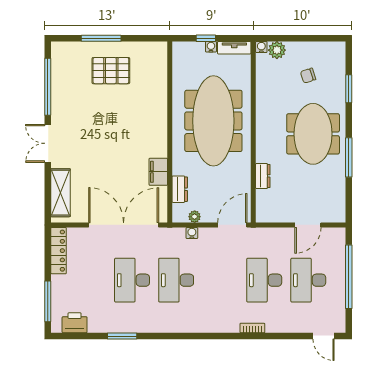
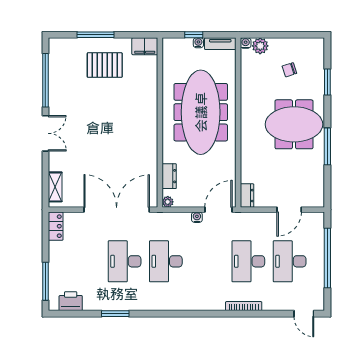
meeting table: (313, 134) -> (294, 124), turned 90
double door: (48, 143) -> (45, 133), swing flipped
filing cabinet: (158, 172) -> (145, 46), moved, turned -90
dresser: (263, 176) -> (247, 196), moved
shelving: (60, 193) -> (55, 187), width x0.67, depth x0.75
plant: (195, 217) -> (168, 202), moved
water cooler: (192, 233) -> (197, 217), moved
locker: (59, 251) -> (56, 226), width x0.66
bookcase: (252, 328) -> (244, 306), width x1.56

